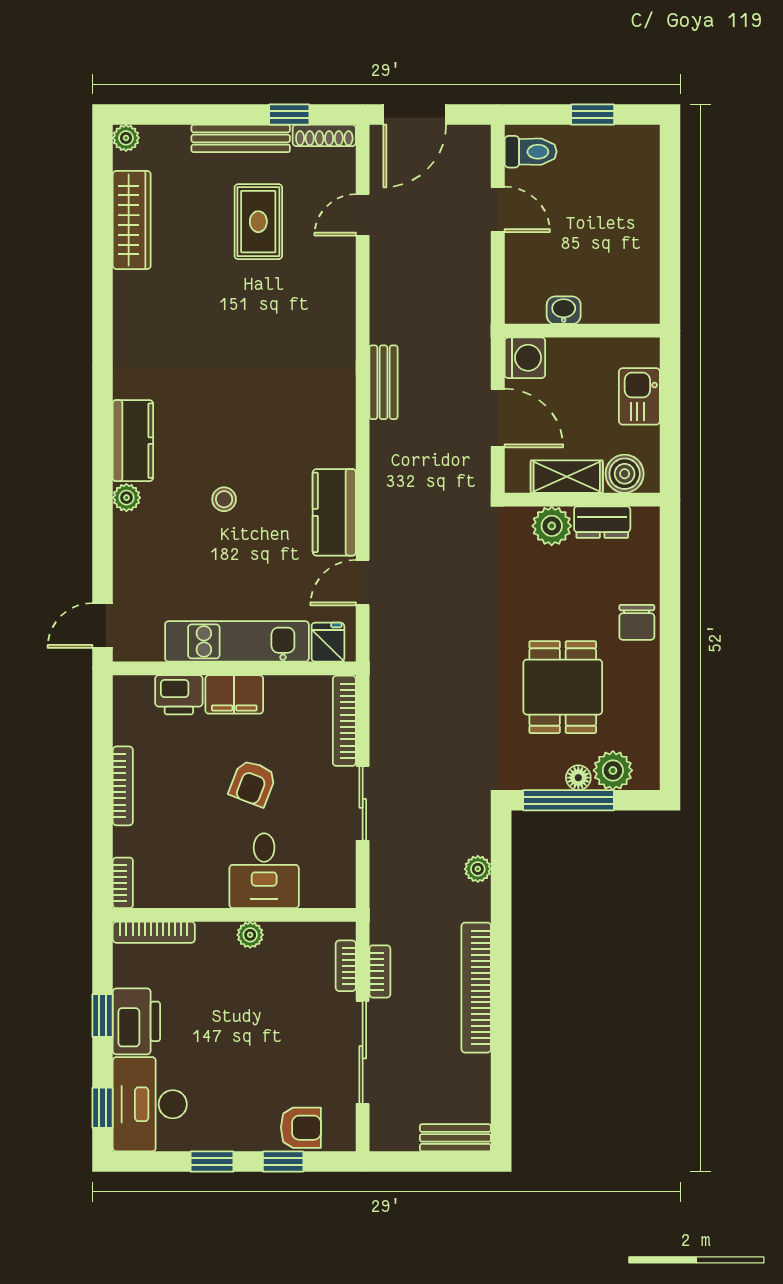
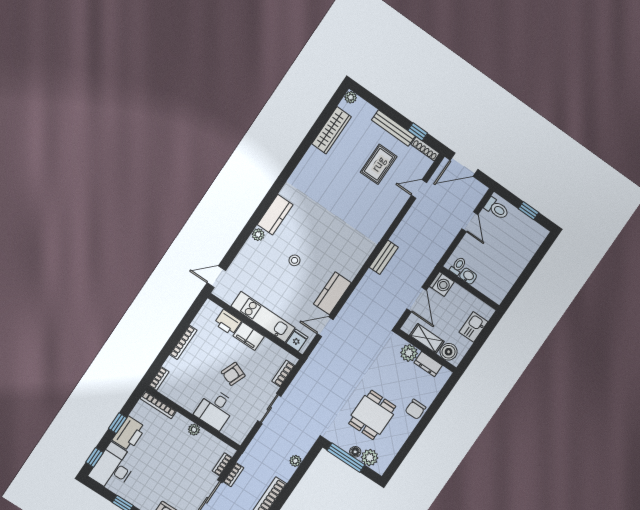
toilet: (532, 305) -> (458, 266), added
bookcase: (344, 721) -> (283, 374), width x0.64

